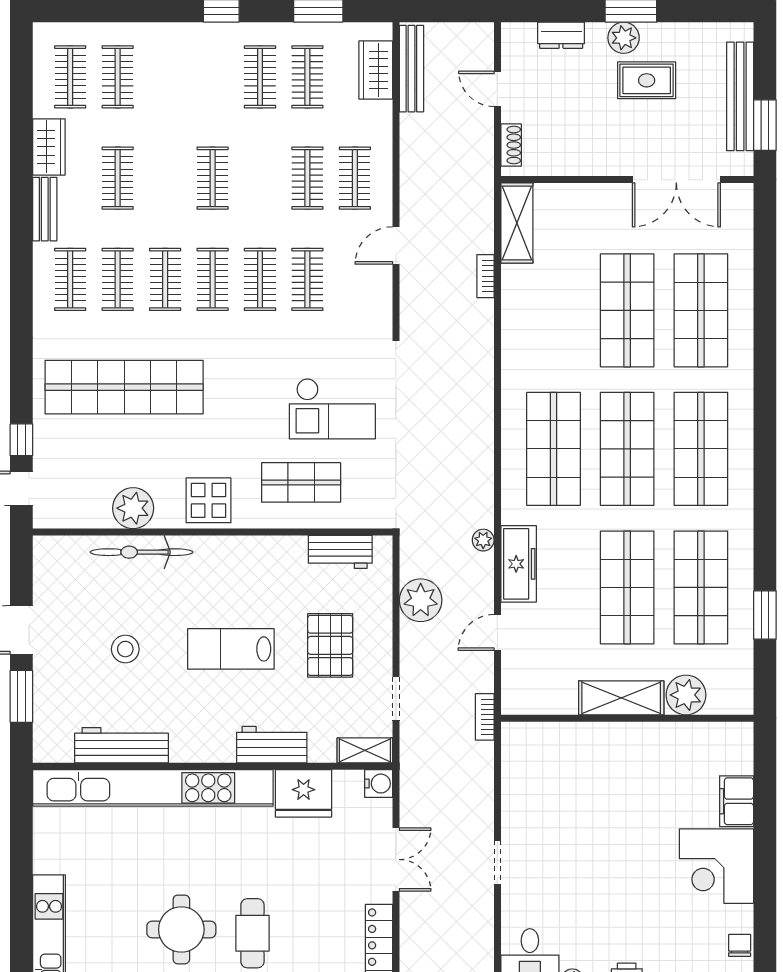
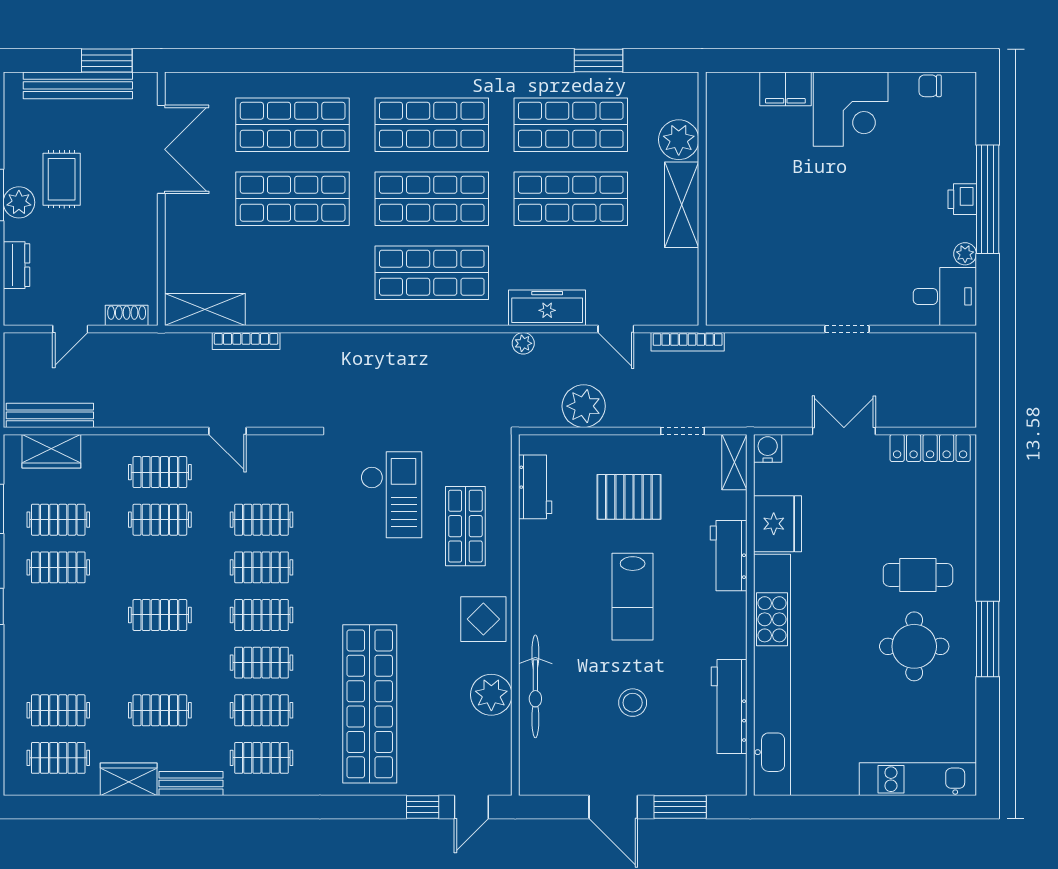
bookcase: (485, 276) -> (246, 341), width x1.56
bookcase: (485, 717) -> (688, 342), width x1.56

